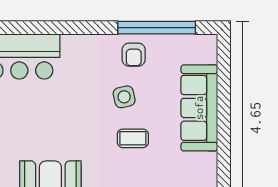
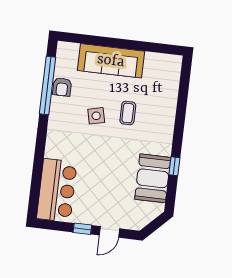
armchair: (134, 55) -> (62, 87), moved, turned 90

